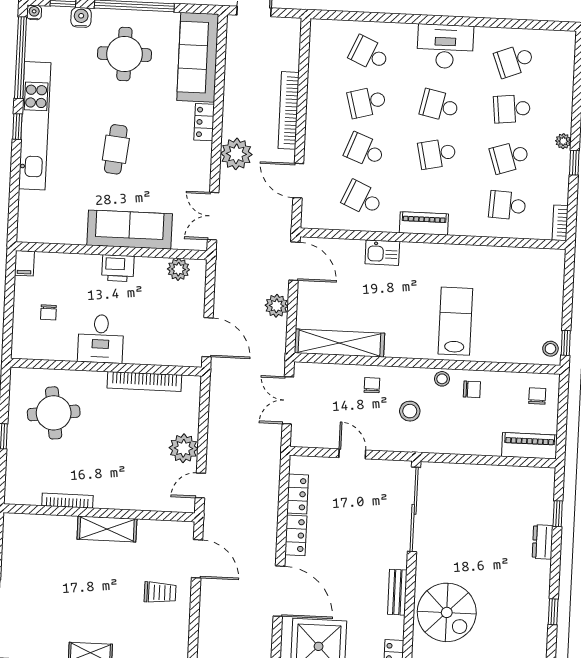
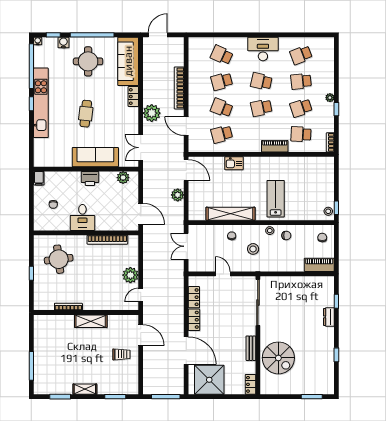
school desk: (362, 199) -> (222, 134), turned -39
piano: (424, 223) -> (275, 146), moved
shelving: (339, 343) -> (231, 214), moved

